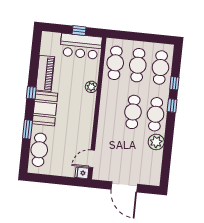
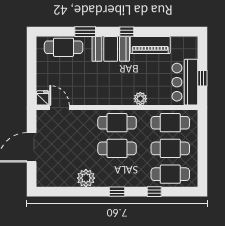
window: (172, 106) -> (117, 192), moved
cafe table: (156, 114) -> (117, 123), moved

